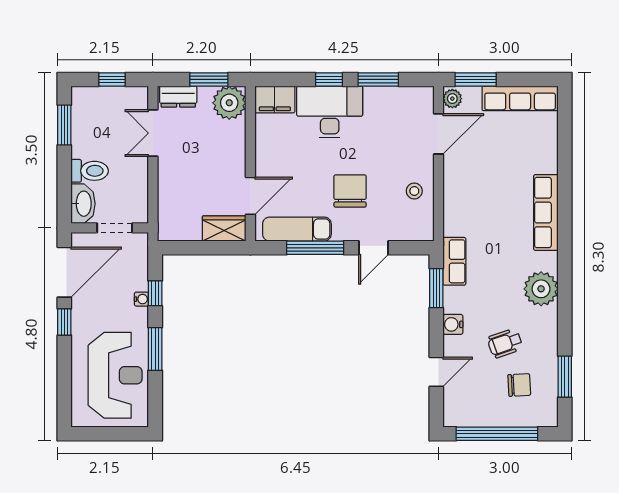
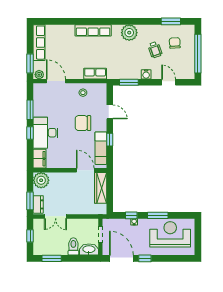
window: (209, 79) -> (30, 201), moved
wardrobe: (224, 228) -> (101, 188), width x1.50
window: (315, 248) -> (110, 140), width x0.46
row of seats: (454, 261) -> (95, 74), moved

